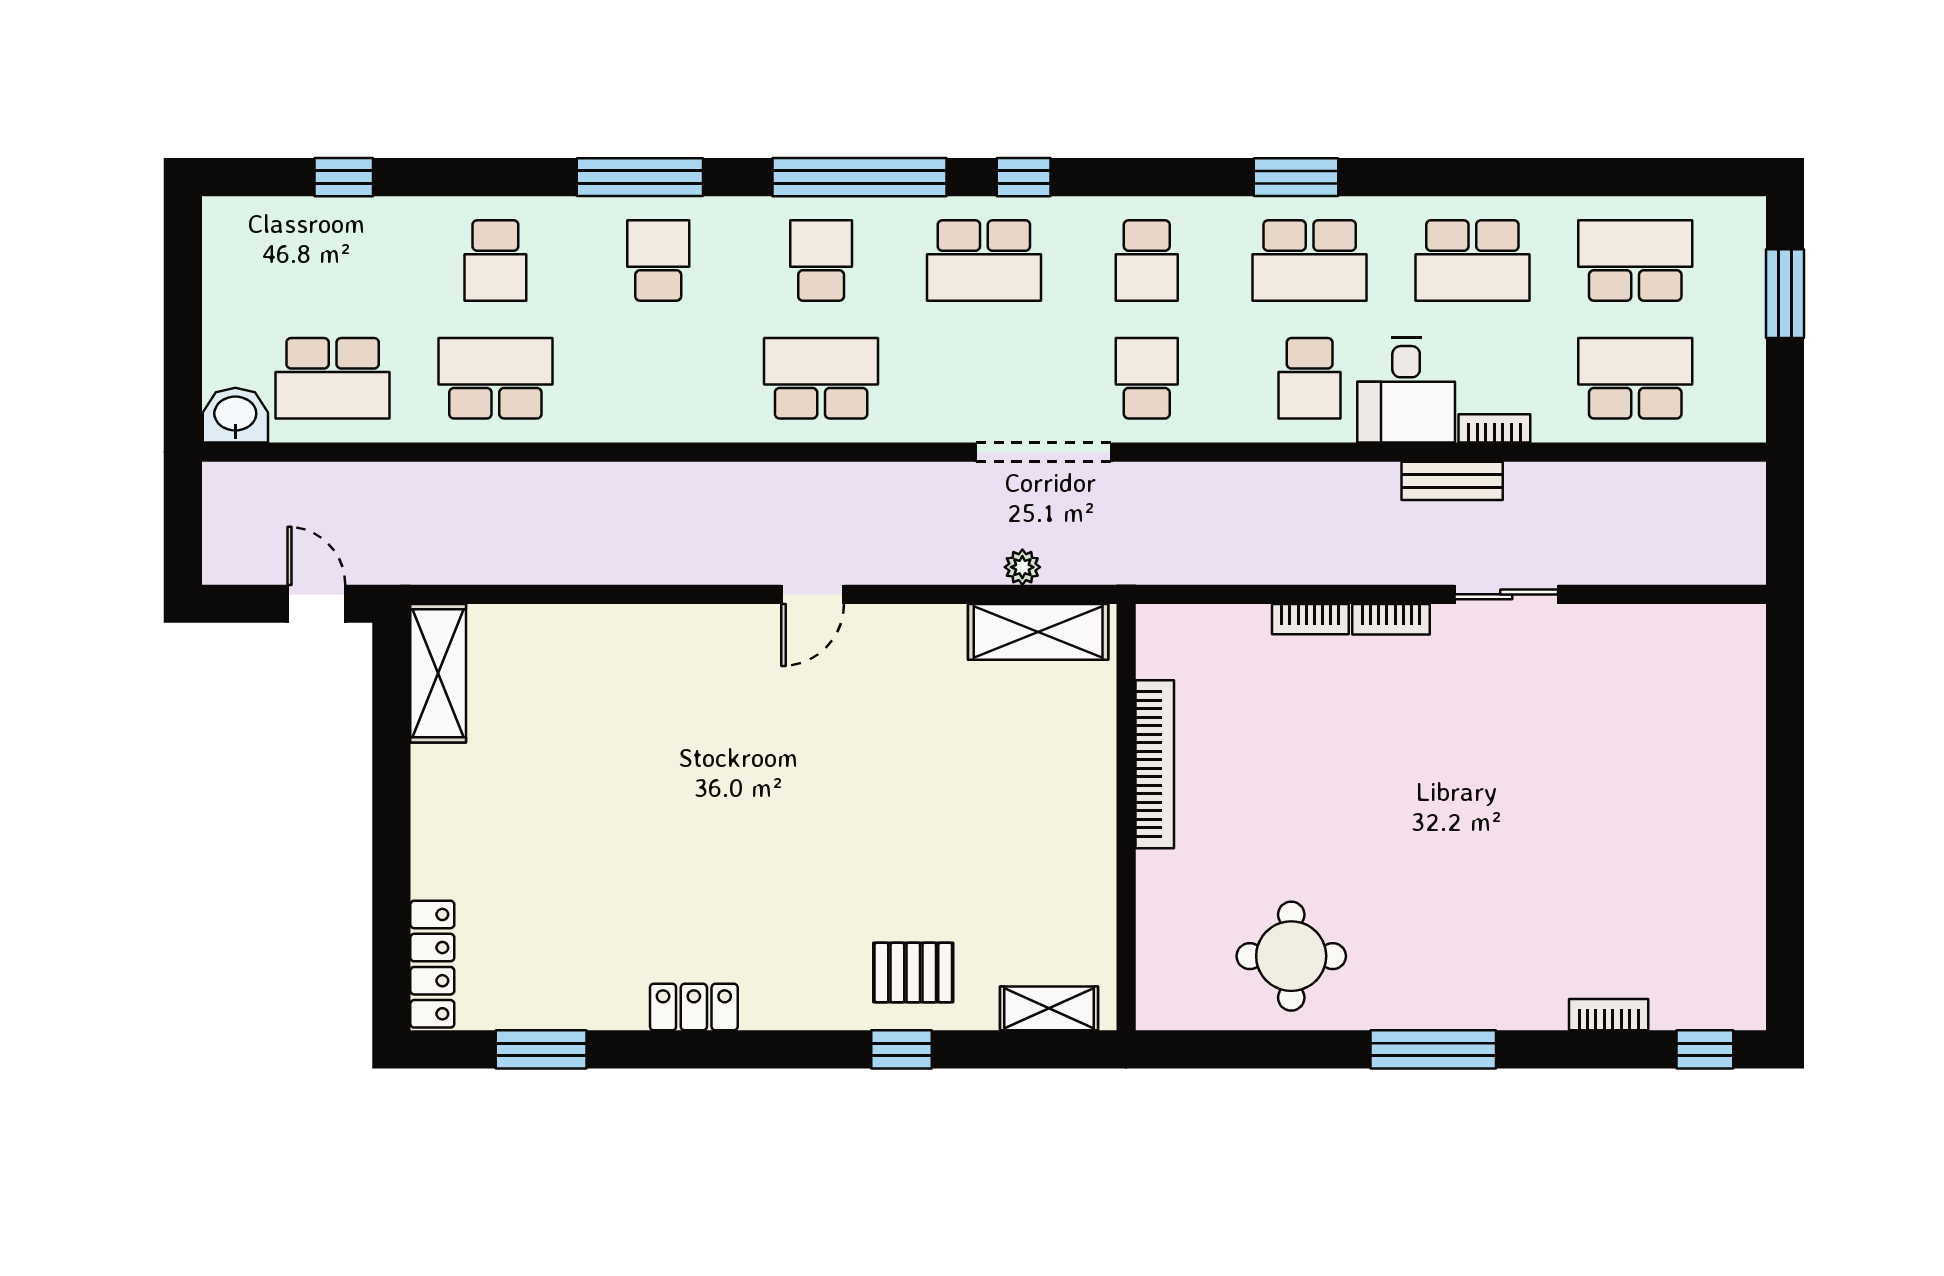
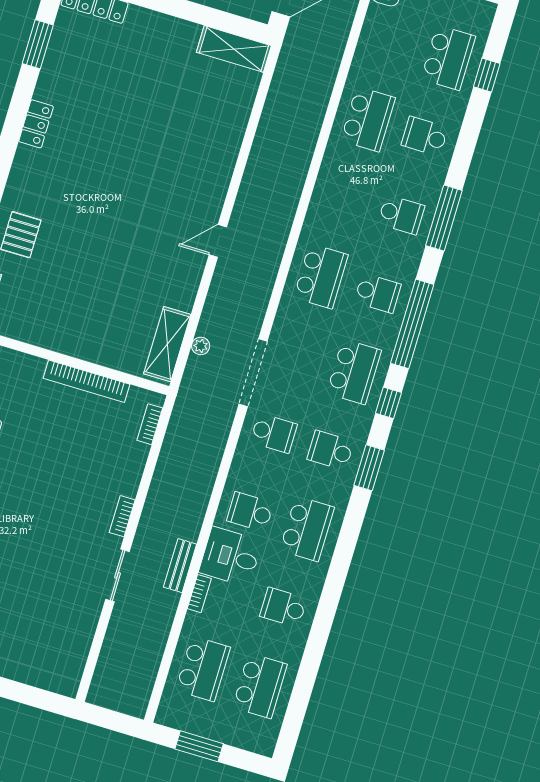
window: (1296, 177) -> (369, 468), moved
school desk: (984, 261) -> (354, 372), turned 180
school desk: (1310, 261) -> (307, 529), turned 180
school desk: (1472, 261) -> (283, 607), width x0.54
window: (1785, 294) -> (199, 746), moved
school desk: (333, 378) -> (448, 58), moved, turned 180
door: (813, 594) -> (218, 241), hinge flipped
bookcase: (1310, 619) -> (150, 424), moved

